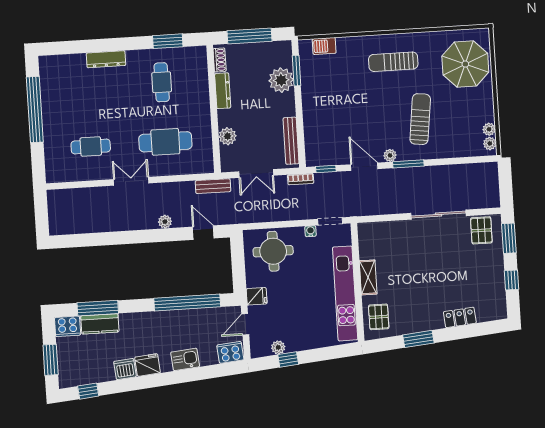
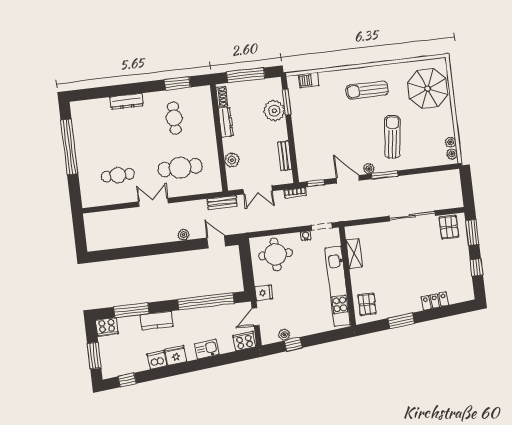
bench: (291, 141) -> (285, 156), width x0.73
shelving: (368, 277) -> (354, 253), moved
kitchen counter: (100, 324) -> (157, 321), moved

